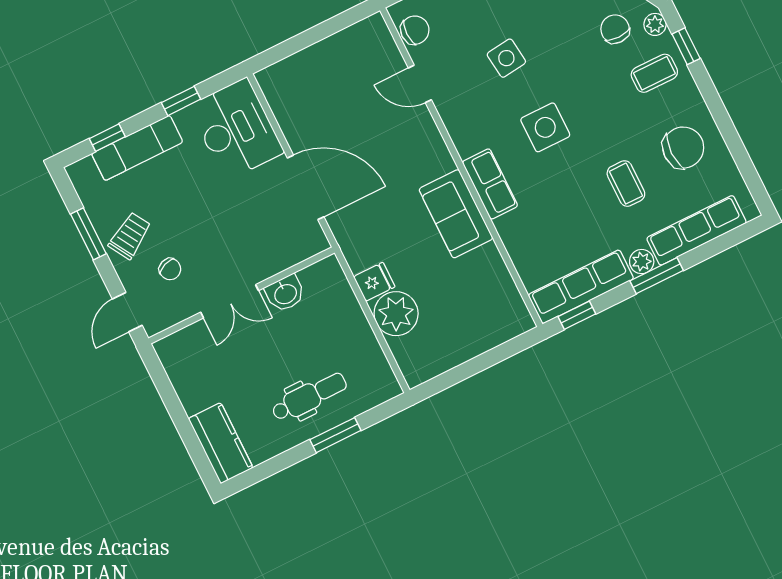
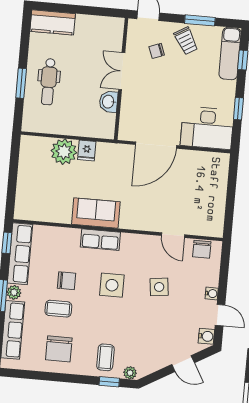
chair: (615, 29) -> (66, 281), moved
door: (420, 84) -> (173, 235), swing flipped
exam couch: (137, 148) -> (230, 54), moved

